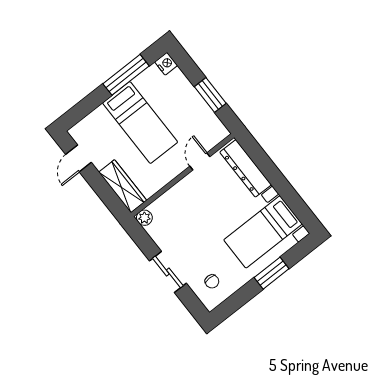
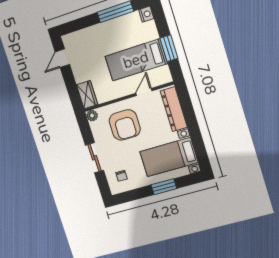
bed: (140, 123) -> (136, 60), moved, turned 90
wardrobe: (123, 186) -> (87, 95), width x0.67
armchair: (191, 213) -> (125, 125), added

